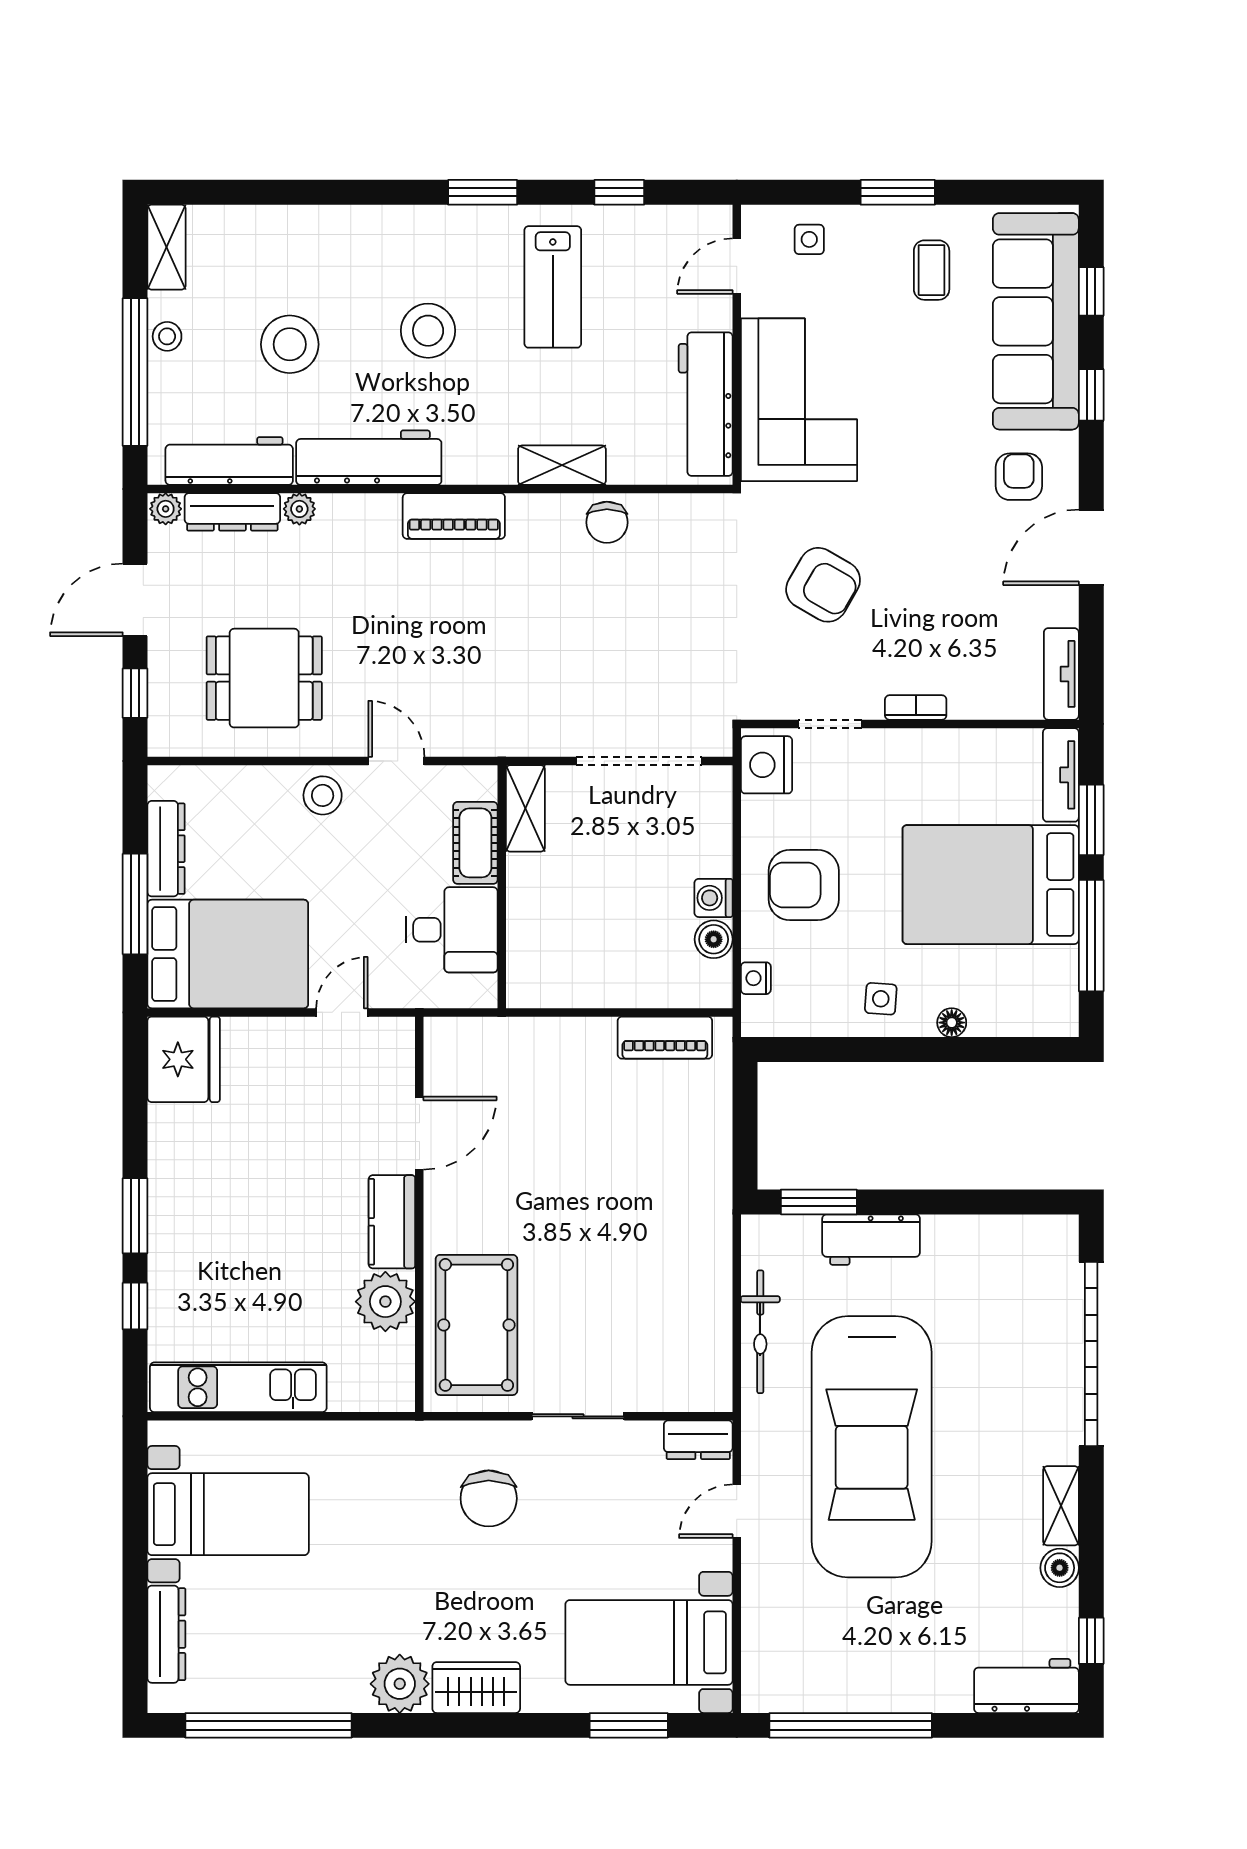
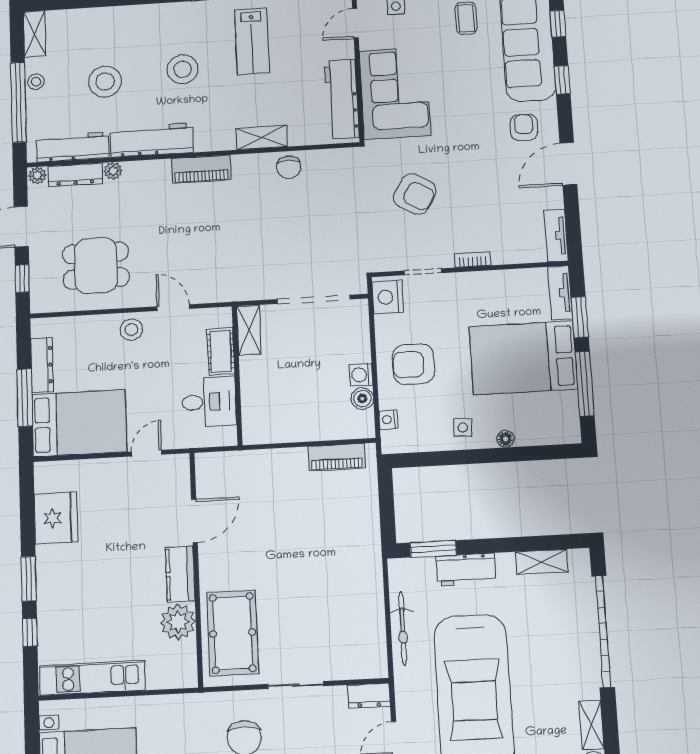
fridge: (184, 1059) -> (56, 518), moved
shelving: (998, 1234) -> (542, 562), added

